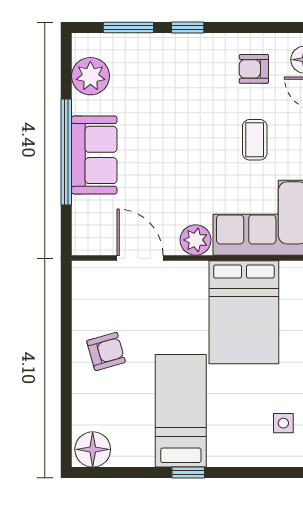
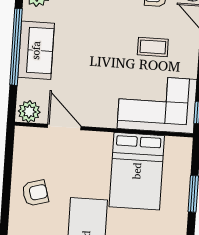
coffee table: (255, 140) -> (153, 47), turned 90
plant: (196, 240) -> (29, 112), moved

